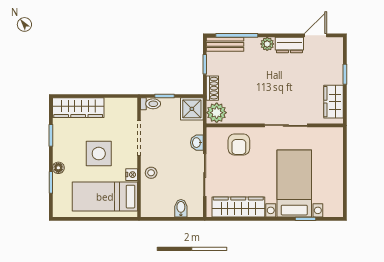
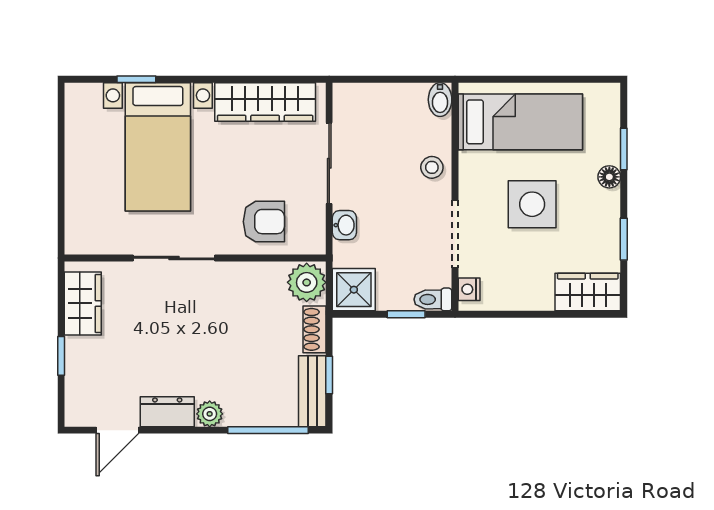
bench: (225, 44) -> (312, 391), moved, turned 90
wardrobe: (78, 108) -> (588, 292), width x0.67
armchair: (239, 144) -> (264, 222), turned 90
nightstand: (132, 175) -> (469, 289), moved
bidet: (181, 208) -> (440, 100), moved

